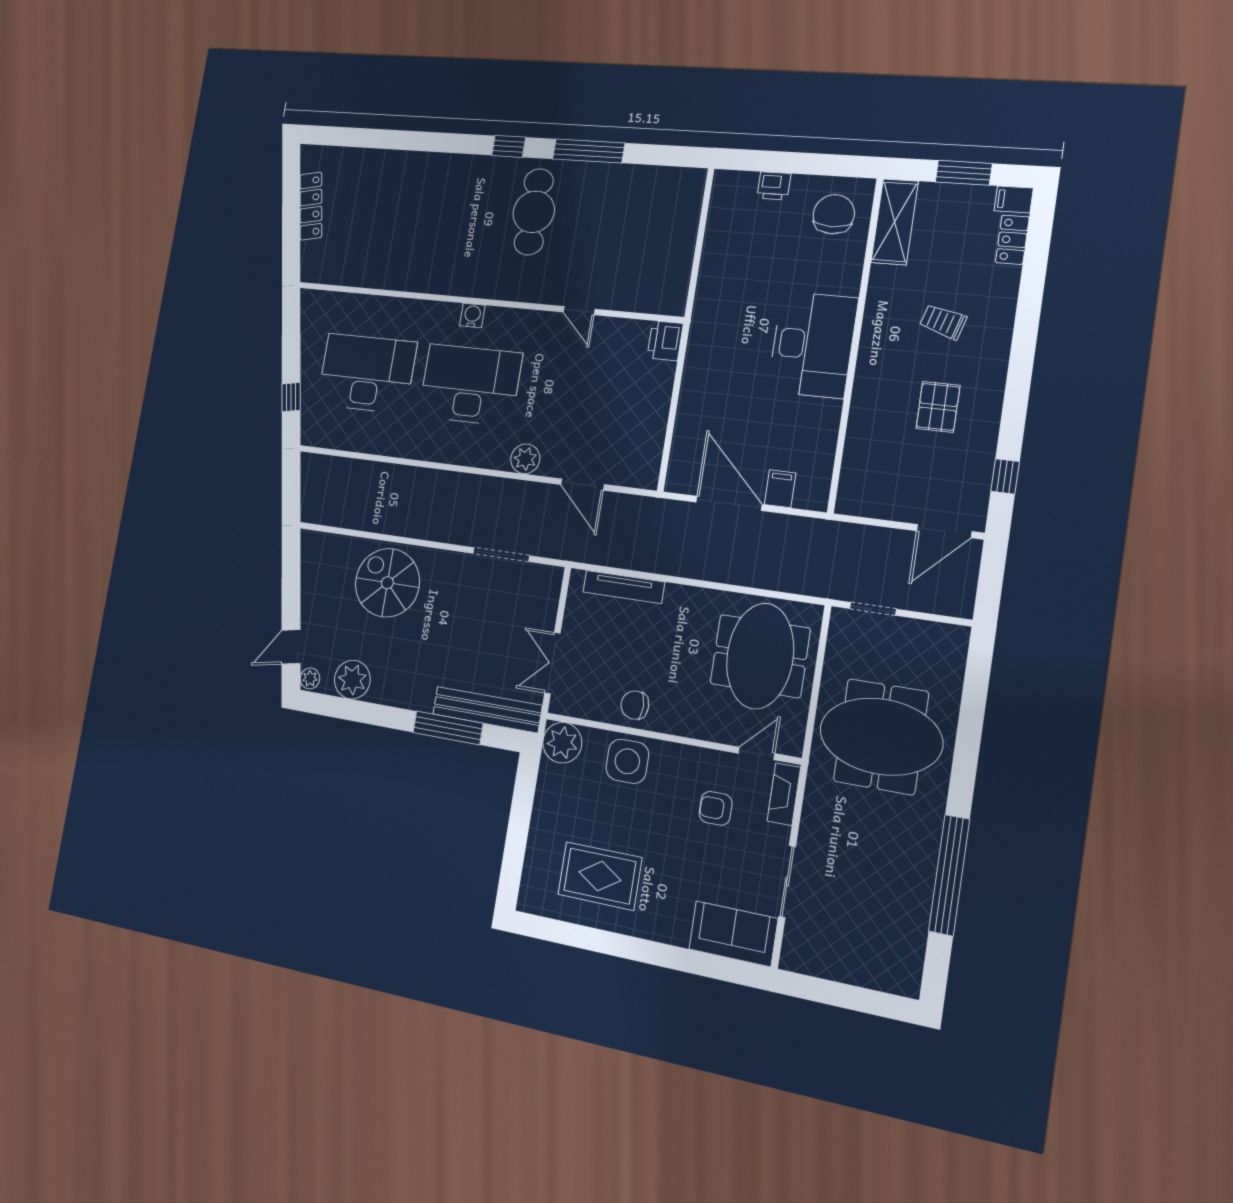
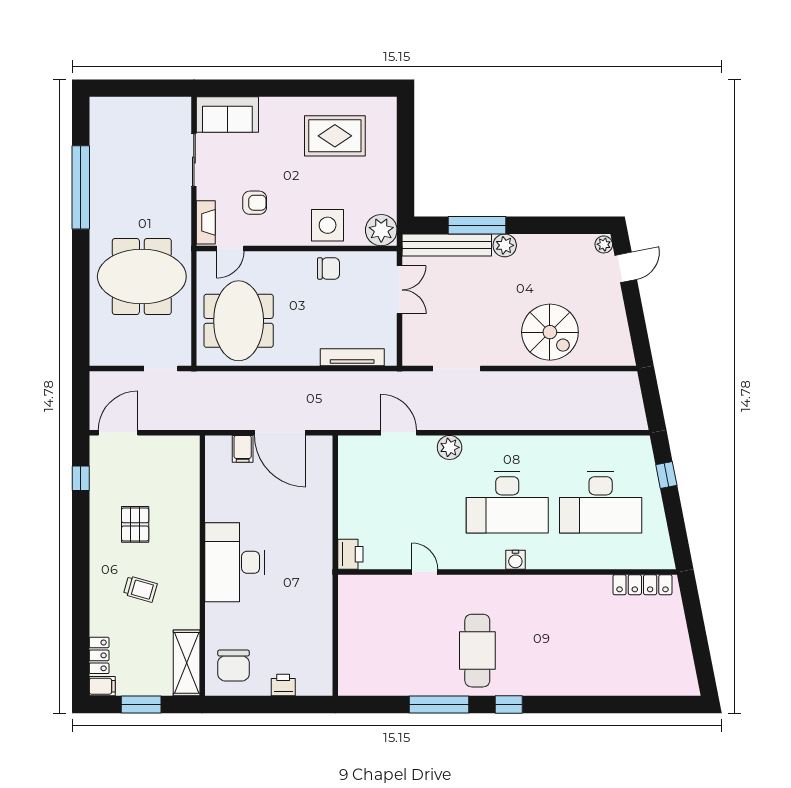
locker: (311, 206) -> (642, 585), moved, turned -79
plant: (352, 680) -> (505, 245), moved, width x0.73, depth x0.73

